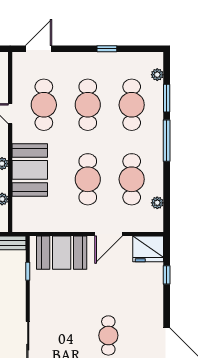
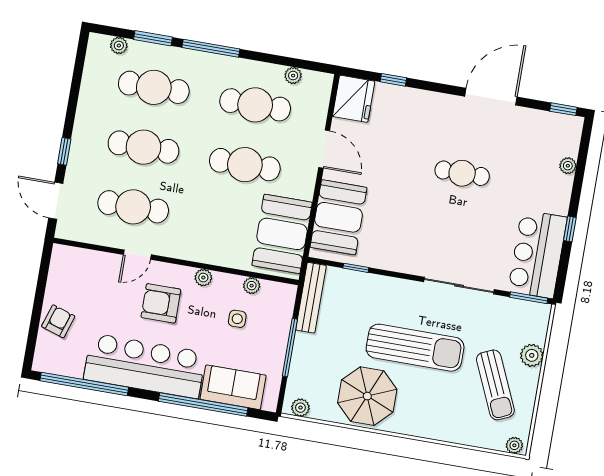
window: (107, 49) -> (64, 151), moved
booth: (30, 170) -> (282, 234), moved, turned 90

